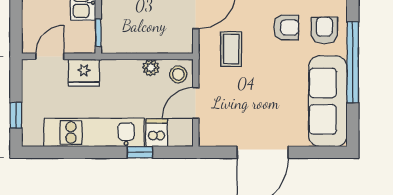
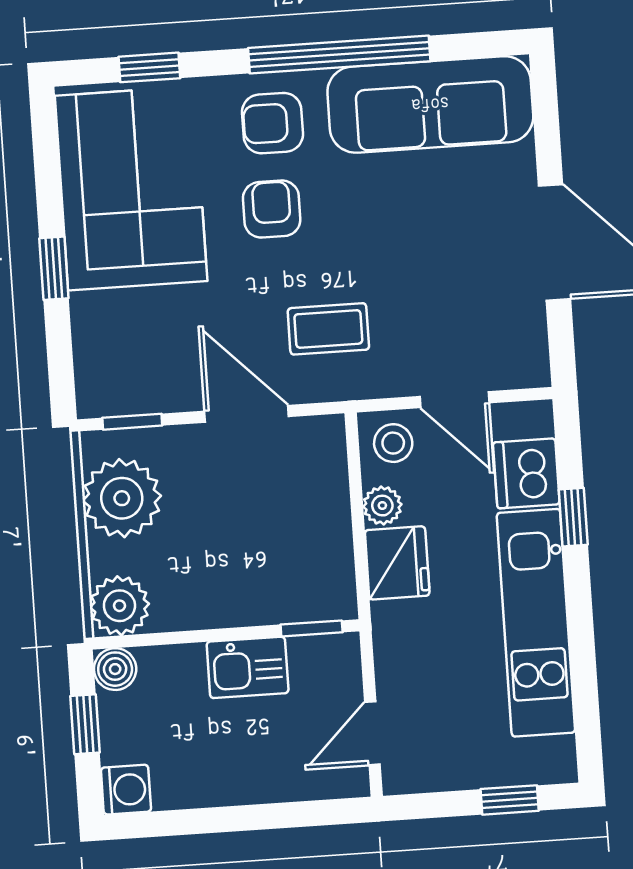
door: (50, 56) -> (372, 733), hinge flipped
fridge: (84, 73) -> (397, 563), moved
dishwasher: (157, 133) -> (526, 473), width x1.38

